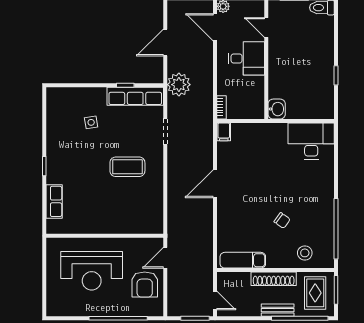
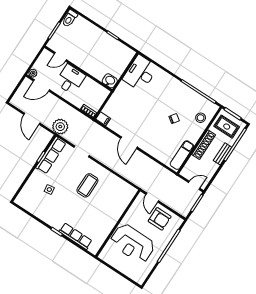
row of seats: (54, 201) -> (75, 236), width x1.48
reception desk: (92, 271) -> (132, 243), turned 90

